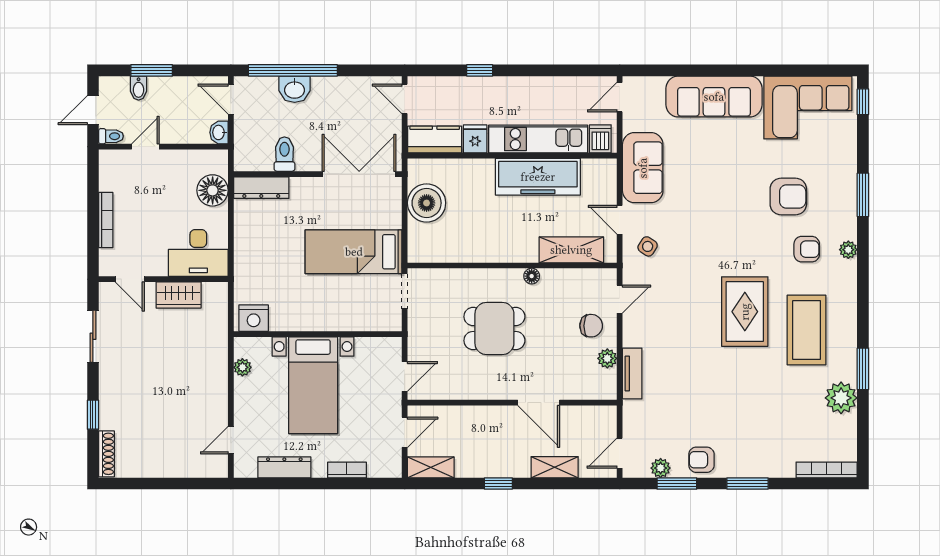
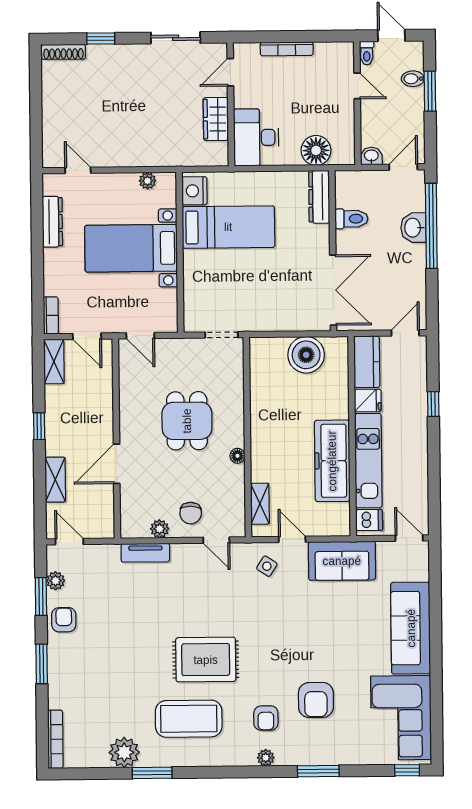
door: (620, 220) -> (292, 539), hinge flipped
shelving: (571, 250) -> (260, 504), width x0.67, depth x0.75
bed: (354, 252) -> (228, 227), moved, turned 90
bookcase: (347, 470) -> (51, 315), moved

